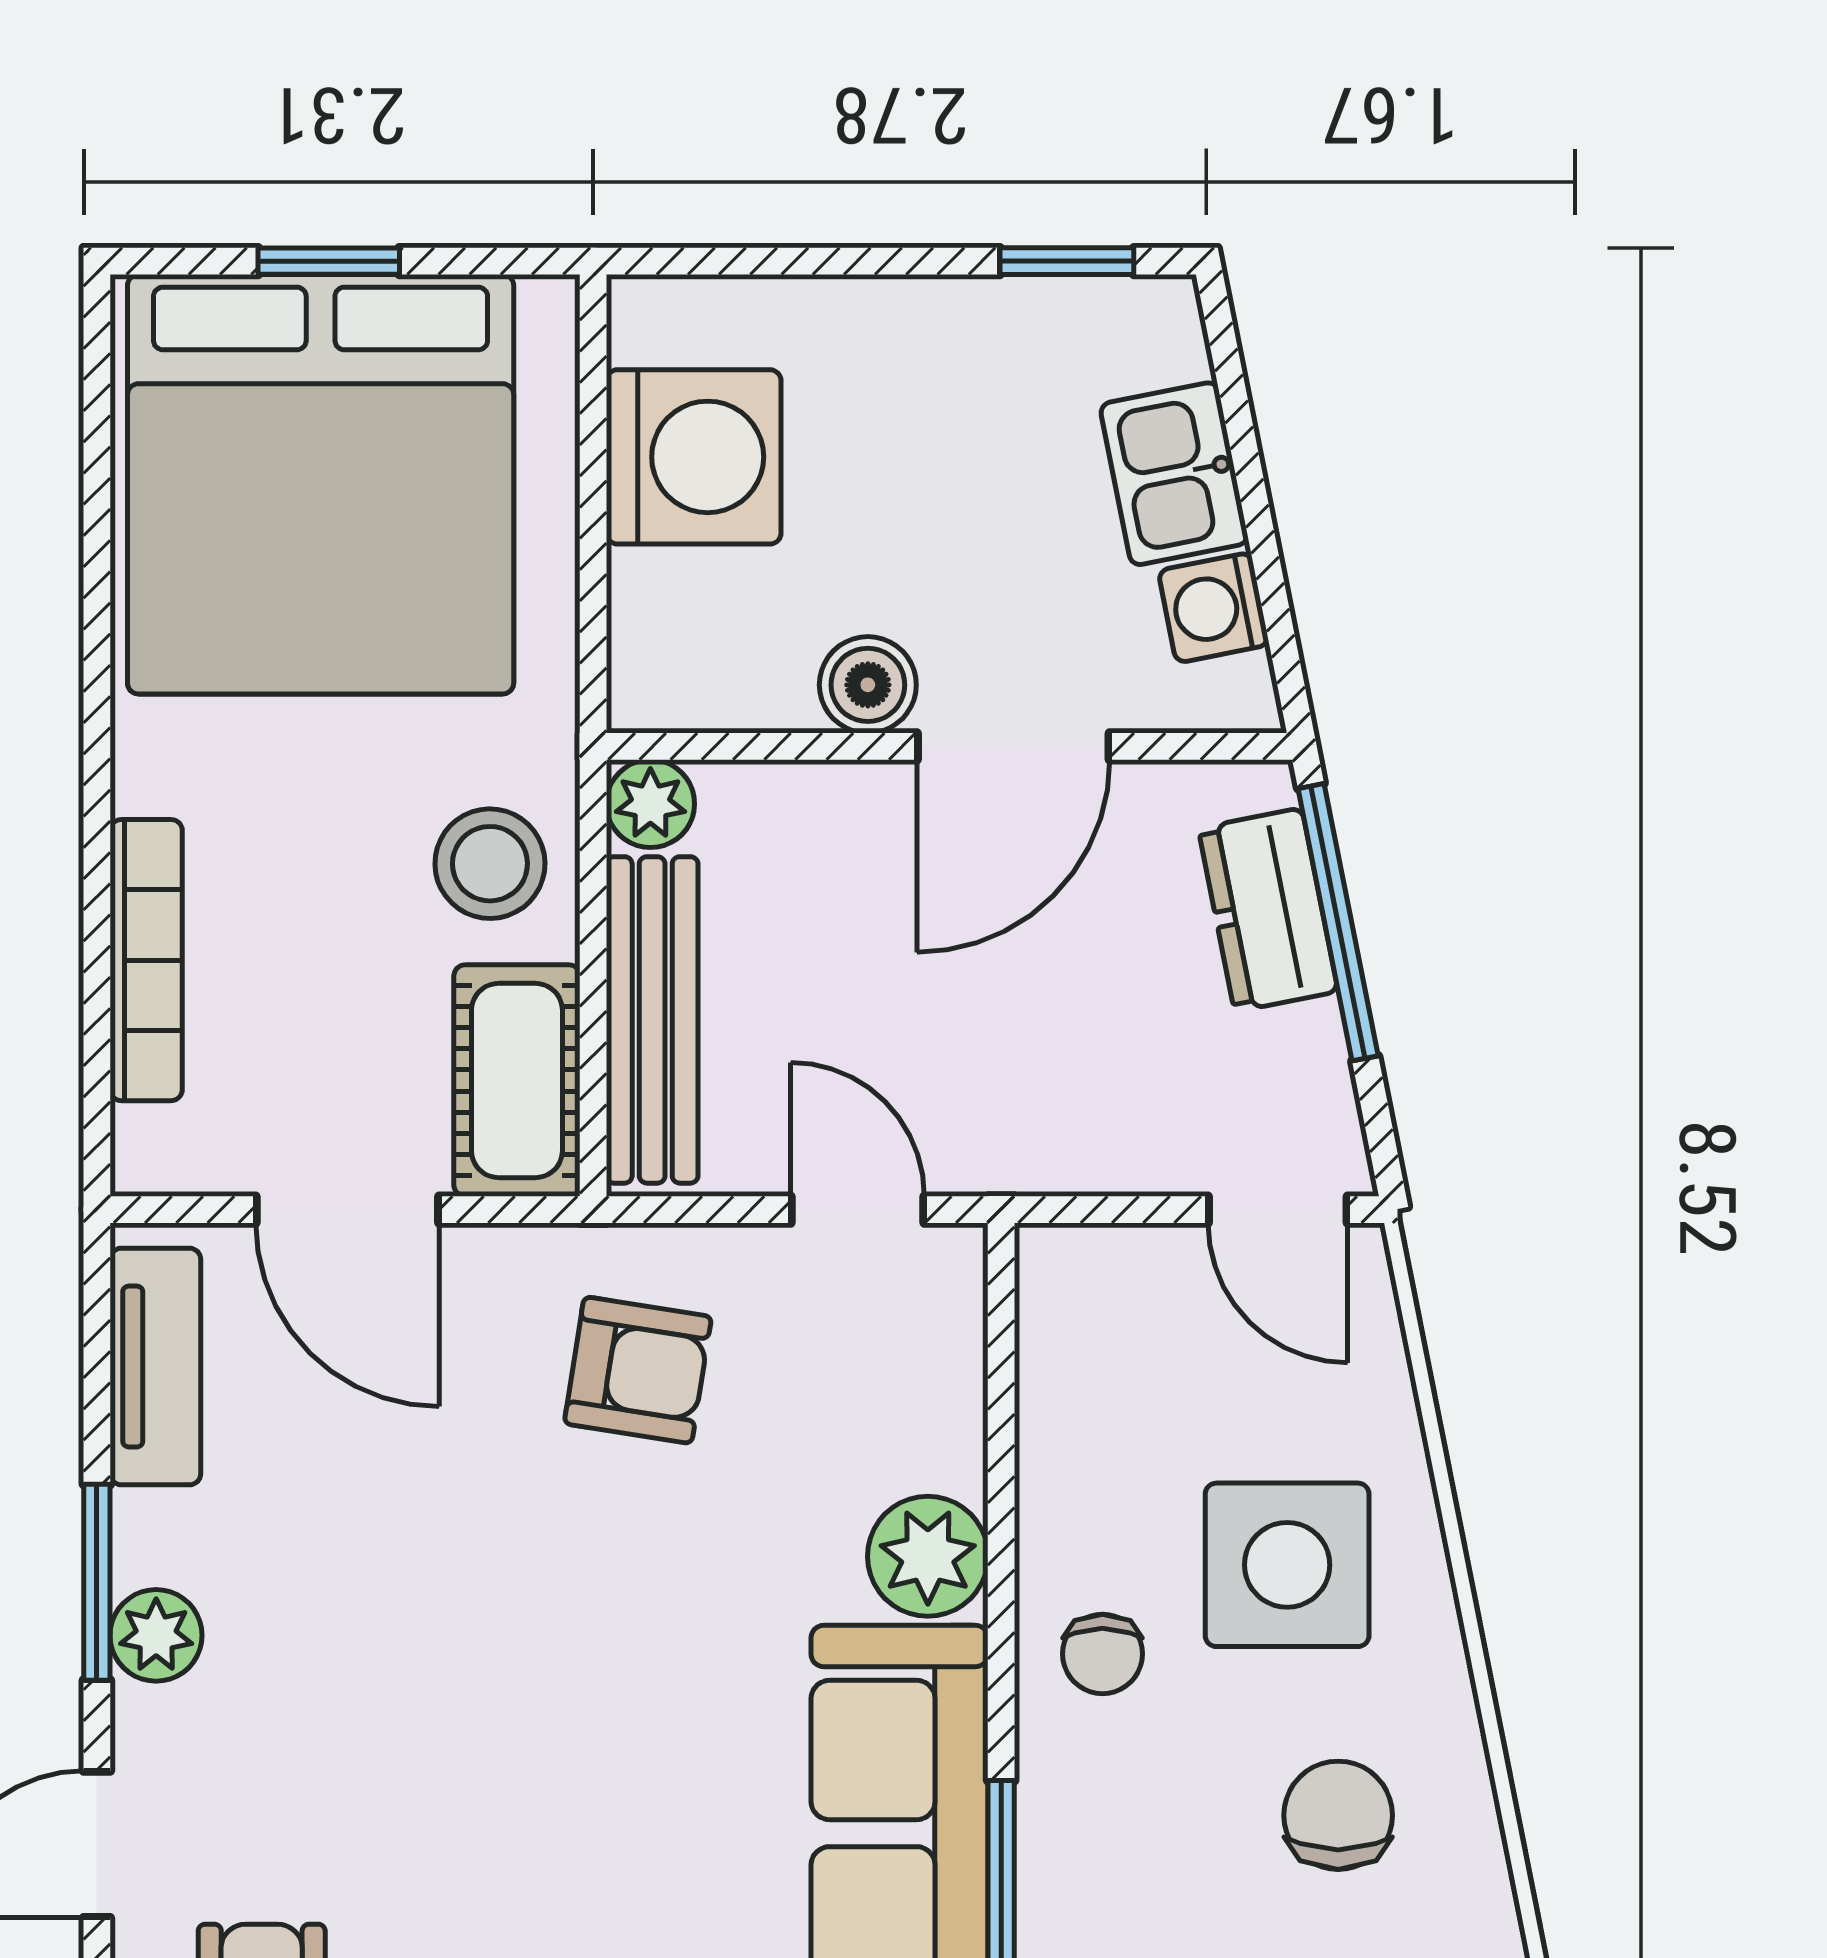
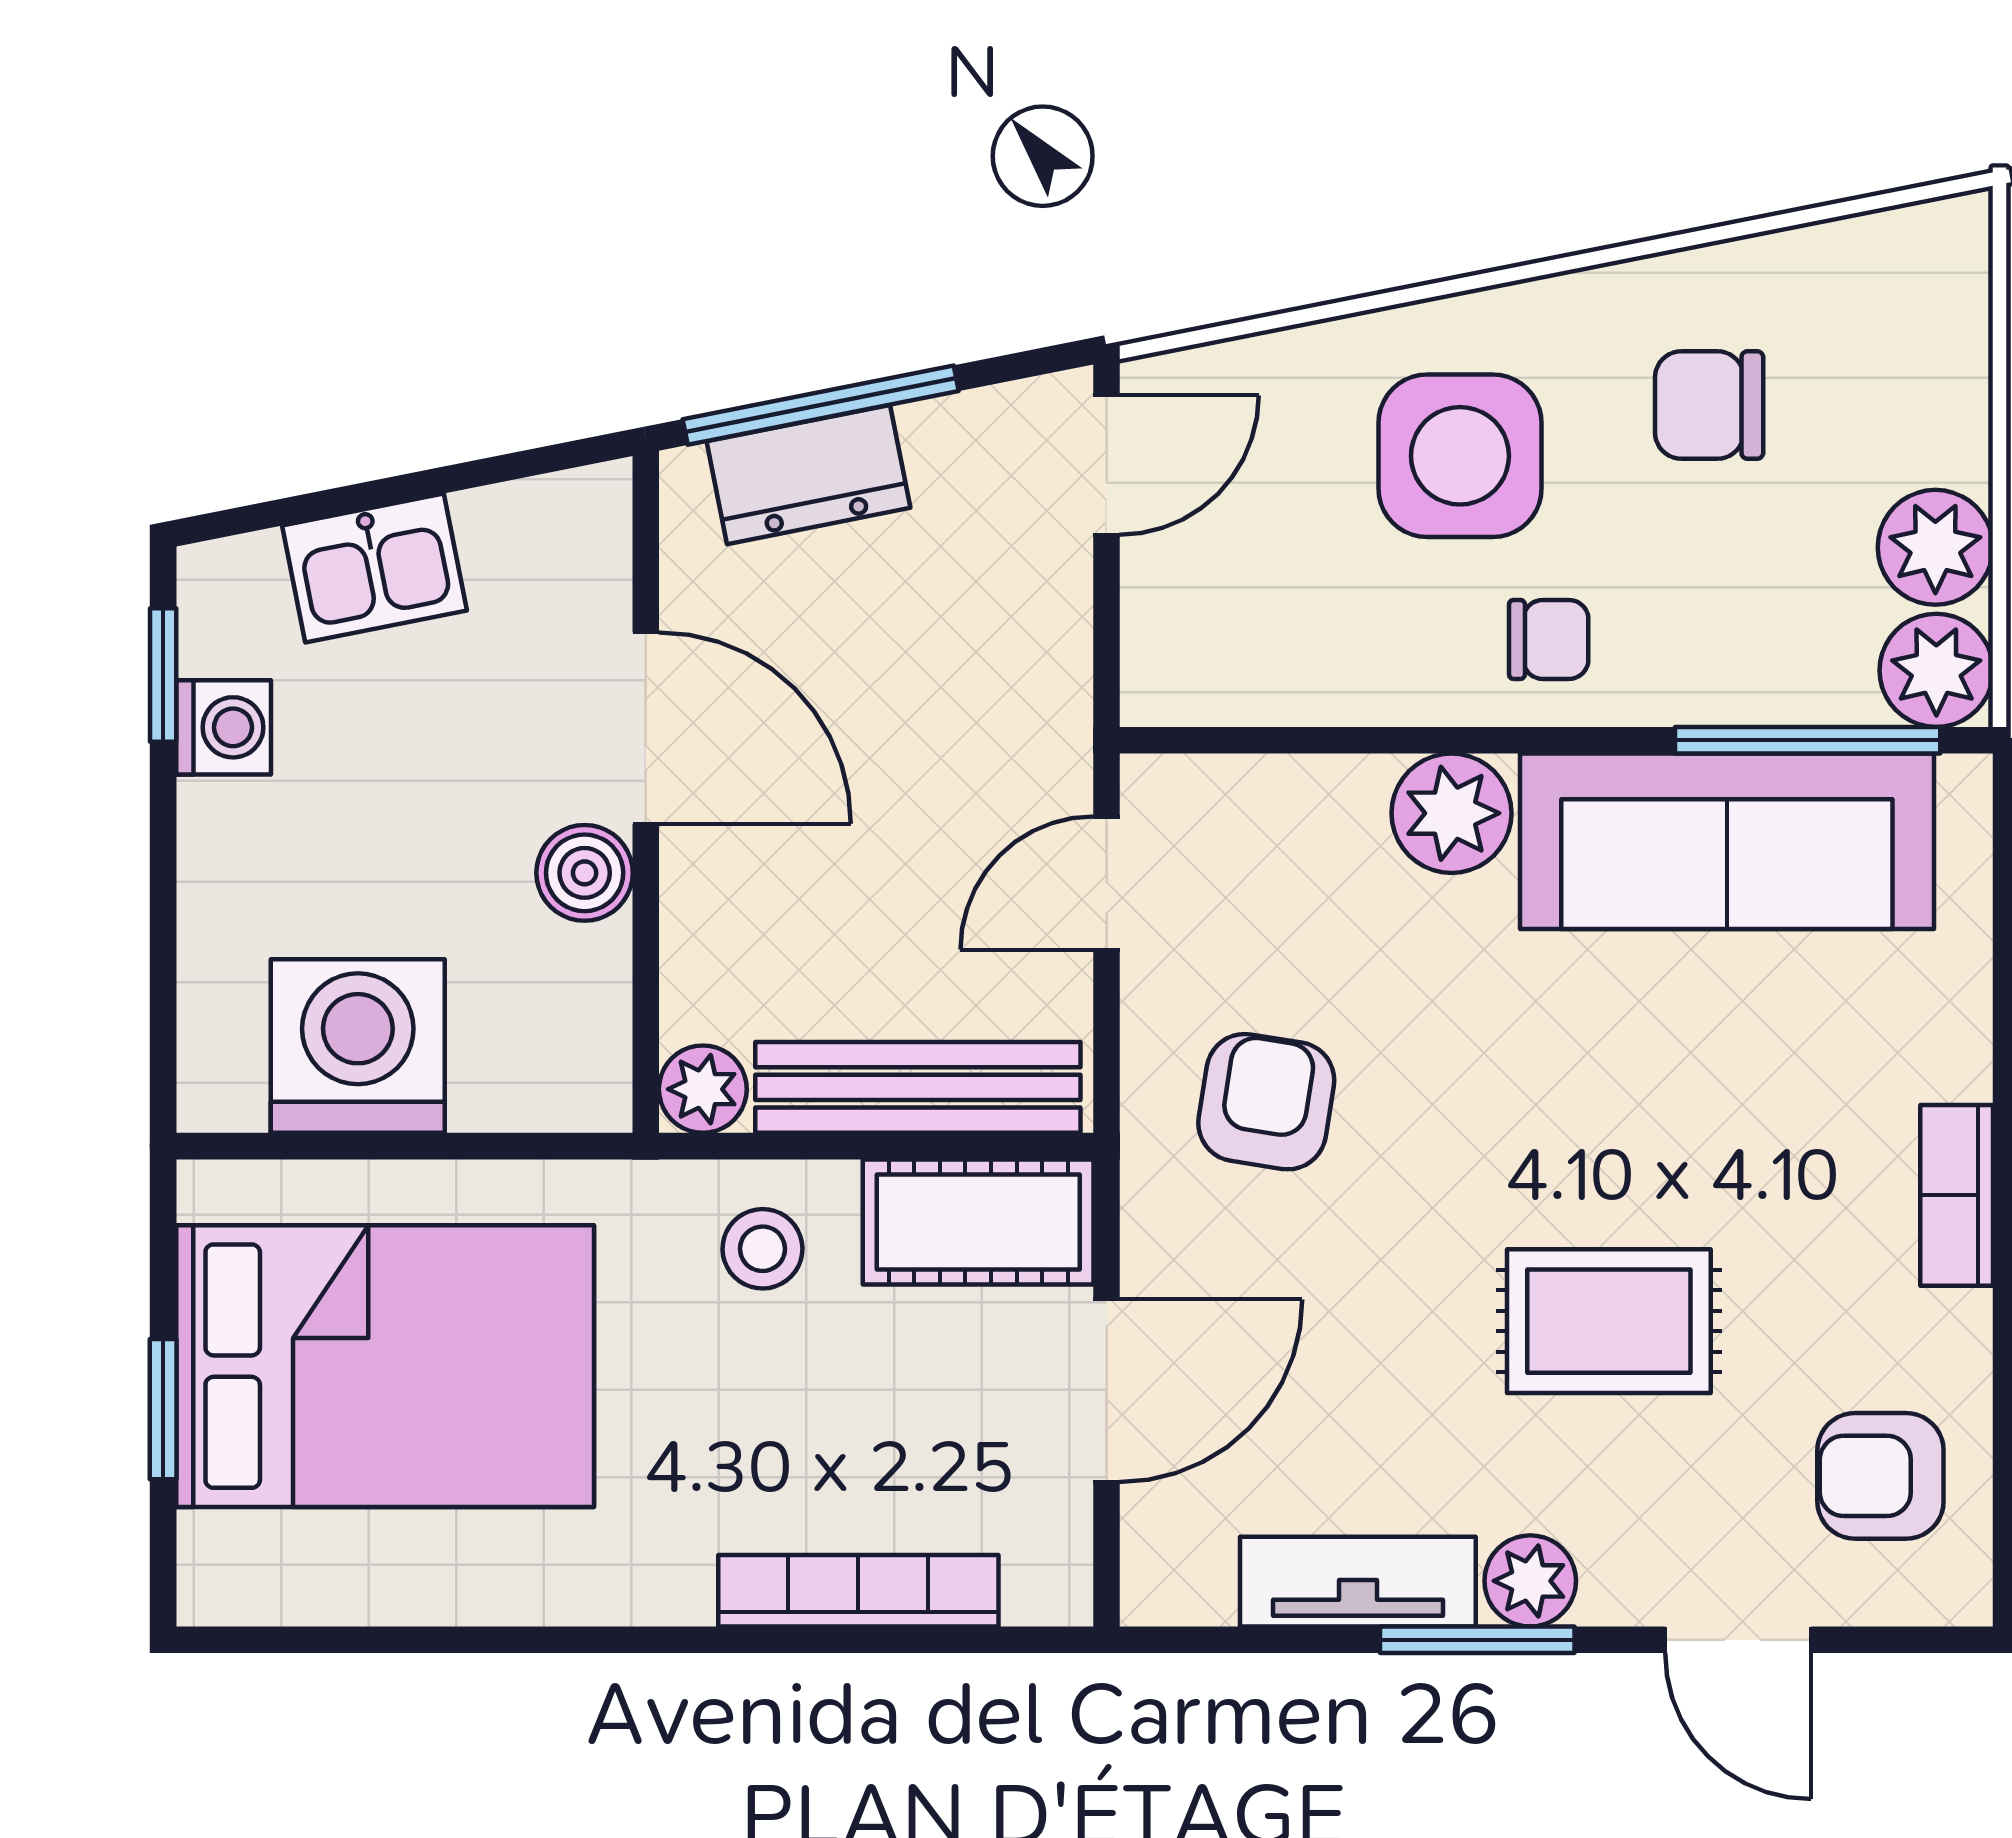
bed: (321, 484) -> (385, 1366), width x0.73
washing machine: (1214, 608) -> (224, 727), moved, turned -79
stool: (490, 864) -> (762, 1249), width x0.73, depth x0.73
tv unit: (155, 1367) -> (1358, 1582), moved
rug: (417, 1714) -> (1609, 1321), added

